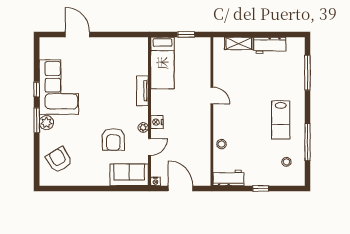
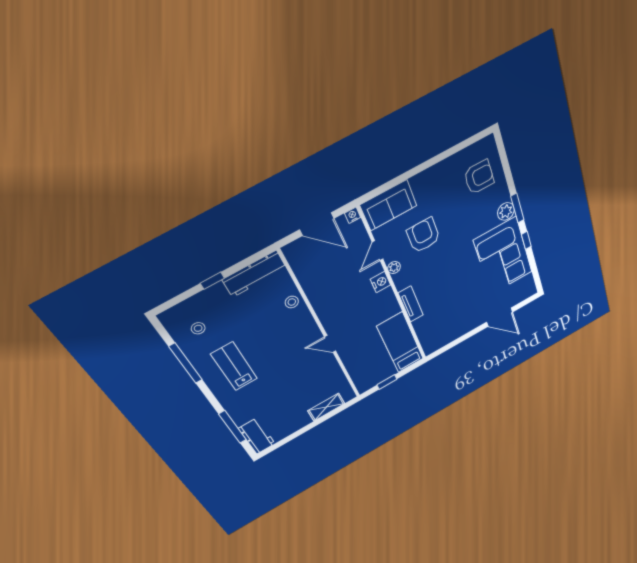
workbench: (270, 45) -> (257, 436), moved, turned 90
armchair: (59, 160) -> (479, 177), turned -59
workbench: (228, 178) -> (254, 274), width x1.38

